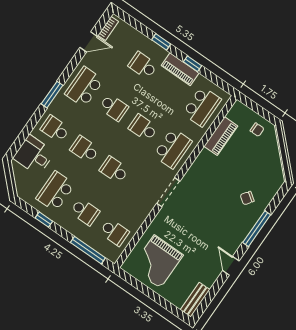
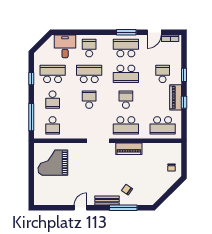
door: (89, 42) -> (154, 32), hinge flipped
window: (52, 95) -> (126, 32), moved
school desk: (114, 107) -> (126, 74), width x1.85
piano: (221, 136) -> (129, 149), moved
school desk: (85, 149) -> (89, 74), width x1.85
window: (257, 229) -> (123, 208), moved
bench: (195, 300) -> (107, 201), moved

